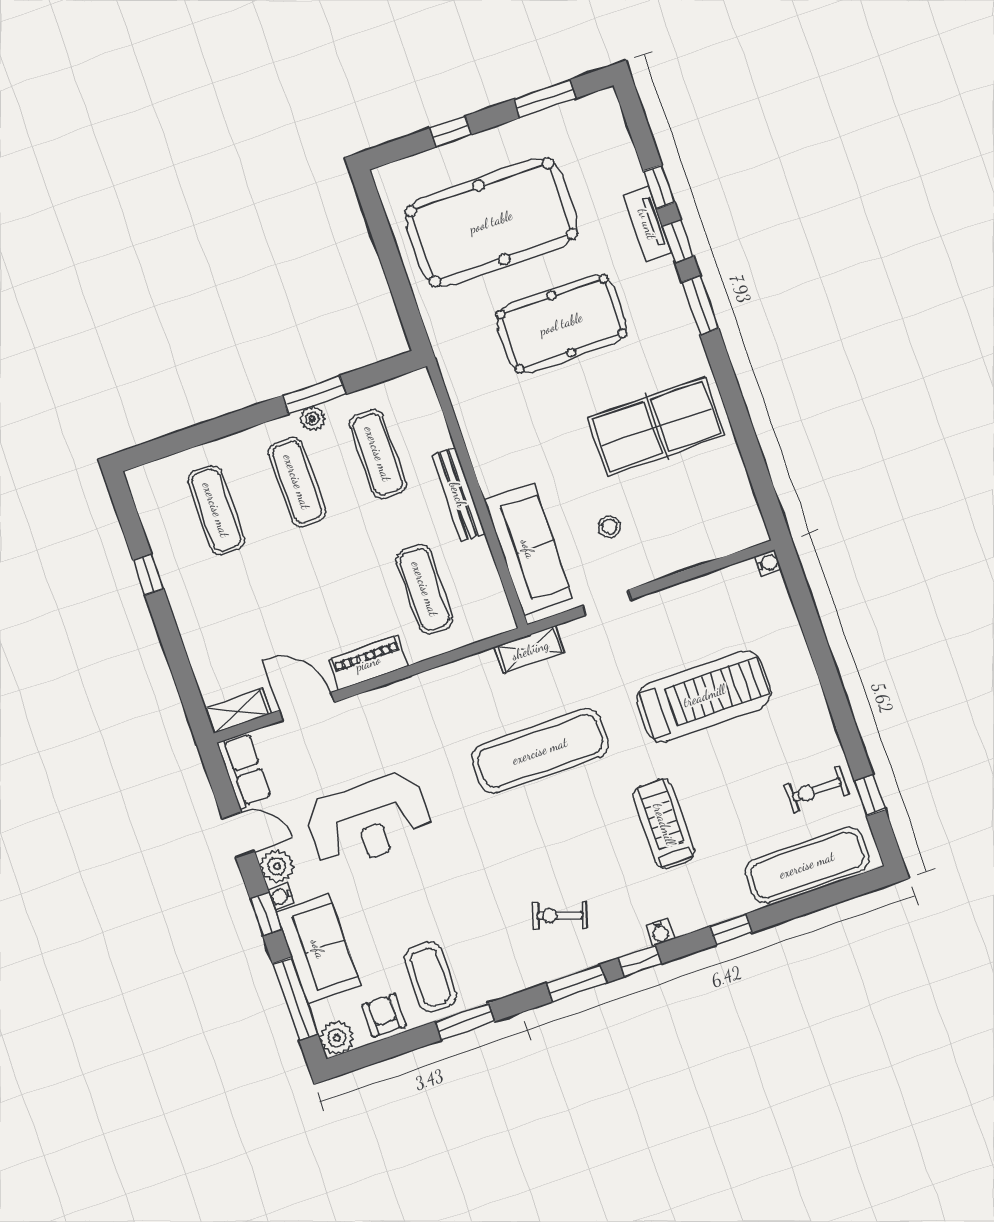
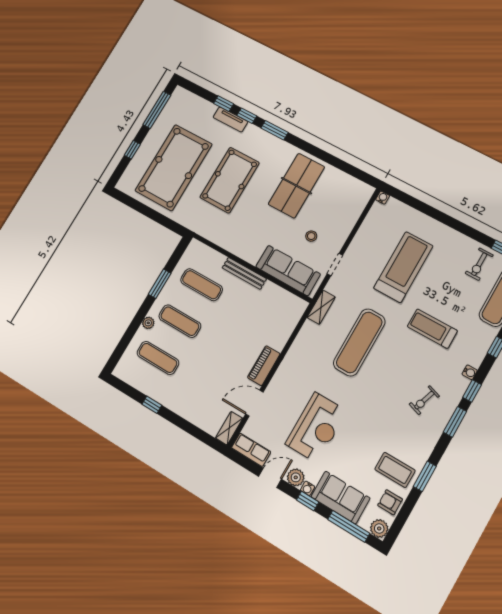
window: (545, 99) -> (157, 110), width x1.44
plant: (312, 419) -> (148, 323), moved
exercise mat: (425, 589) -> (262, 319), removed

